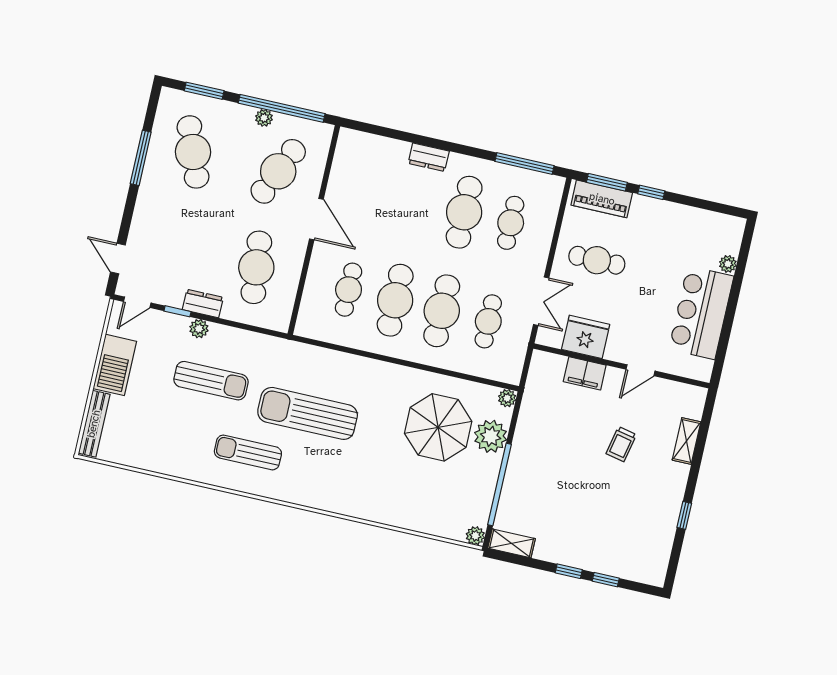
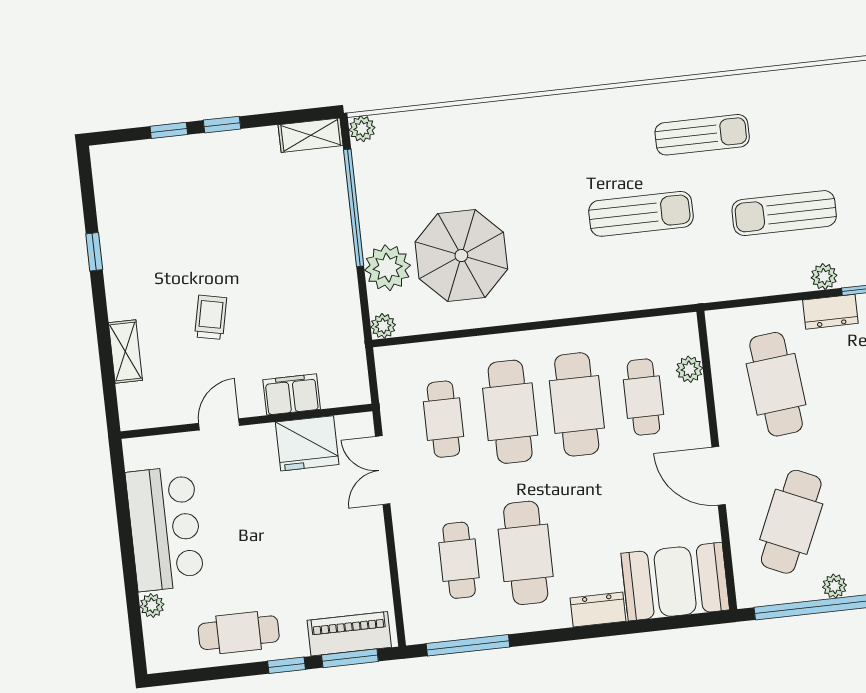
booth: (370, 158) -> (675, 582), added
cafe table: (597, 260) -> (239, 633), moved
plant: (311, 298) -> (689, 369), added
sun lounger: (308, 413) -> (641, 214), width x0.73, depth x0.75

